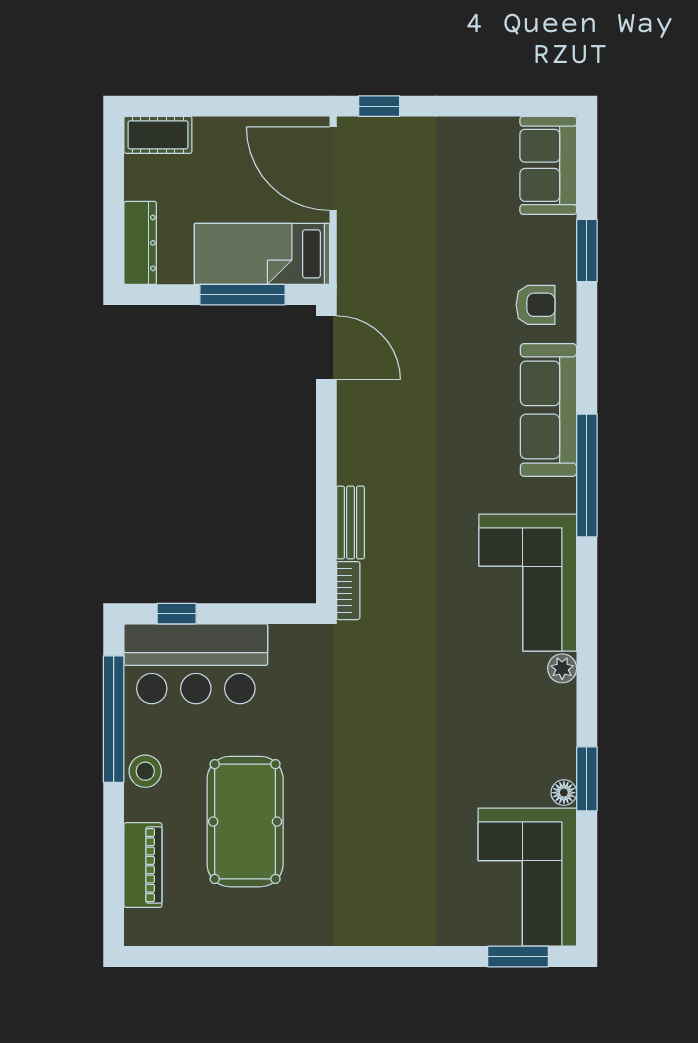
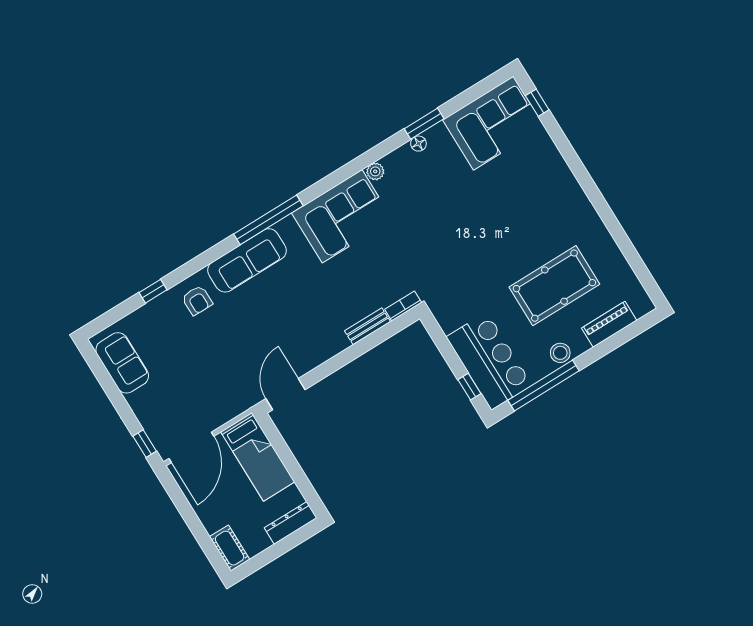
sofa: (548, 165) -> (122, 363), moved, turned -90
window: (587, 251) -> (153, 291), width x0.67
window: (243, 295) -> (285, 454), removed
armchair: (535, 305) -> (197, 300), turned 180
floor lamp: (564, 793) -> (418, 144), moved
window: (518, 957) -> (537, 103), width x0.67

